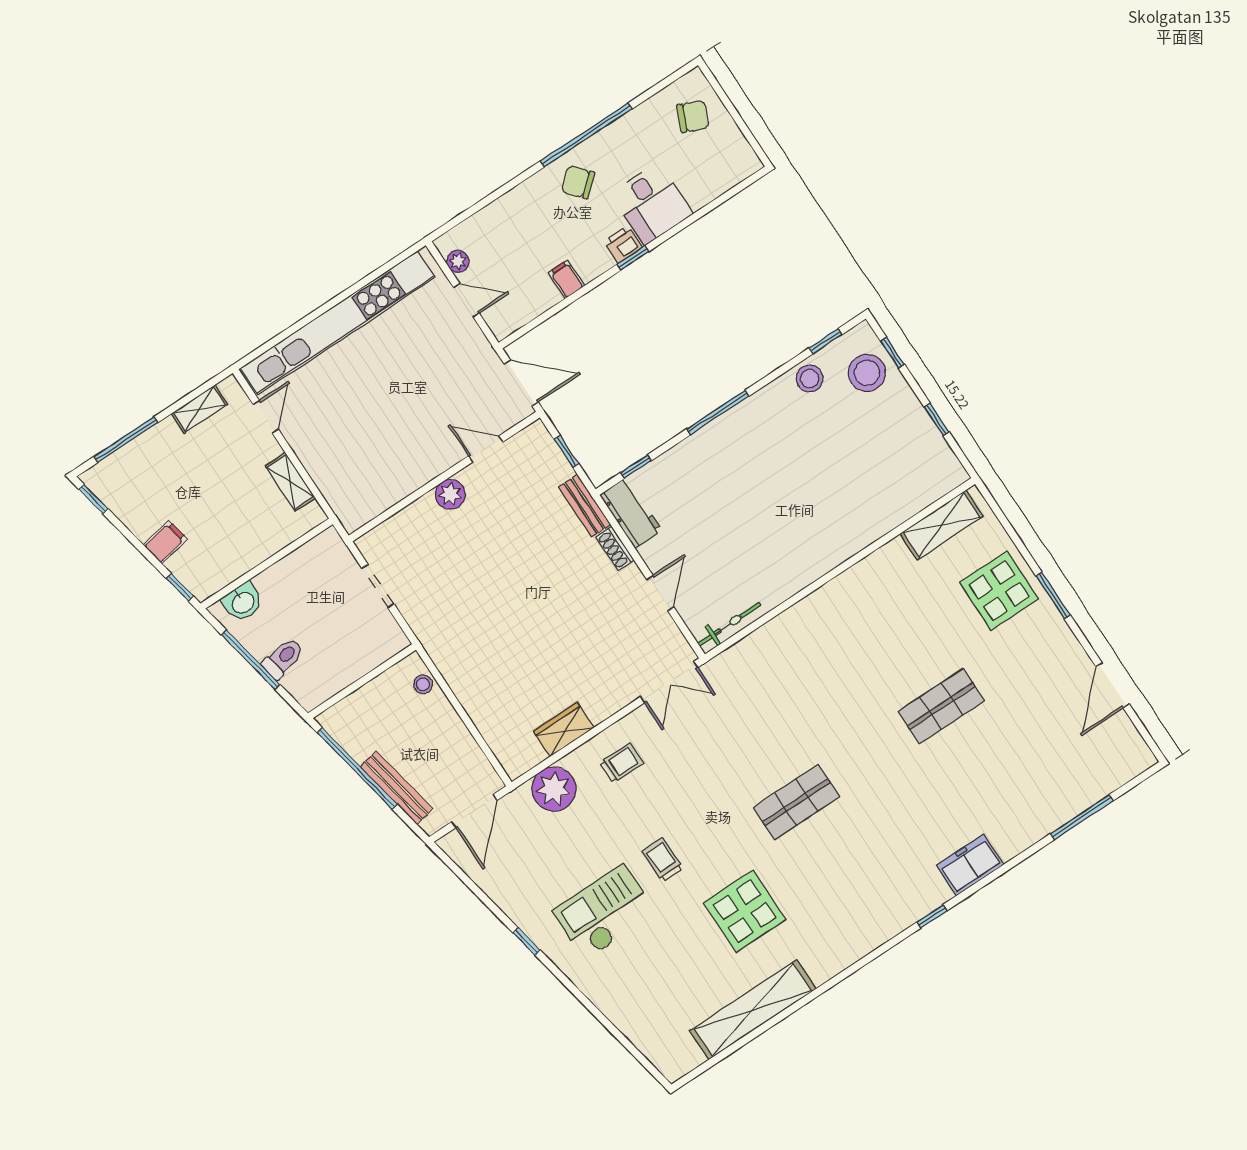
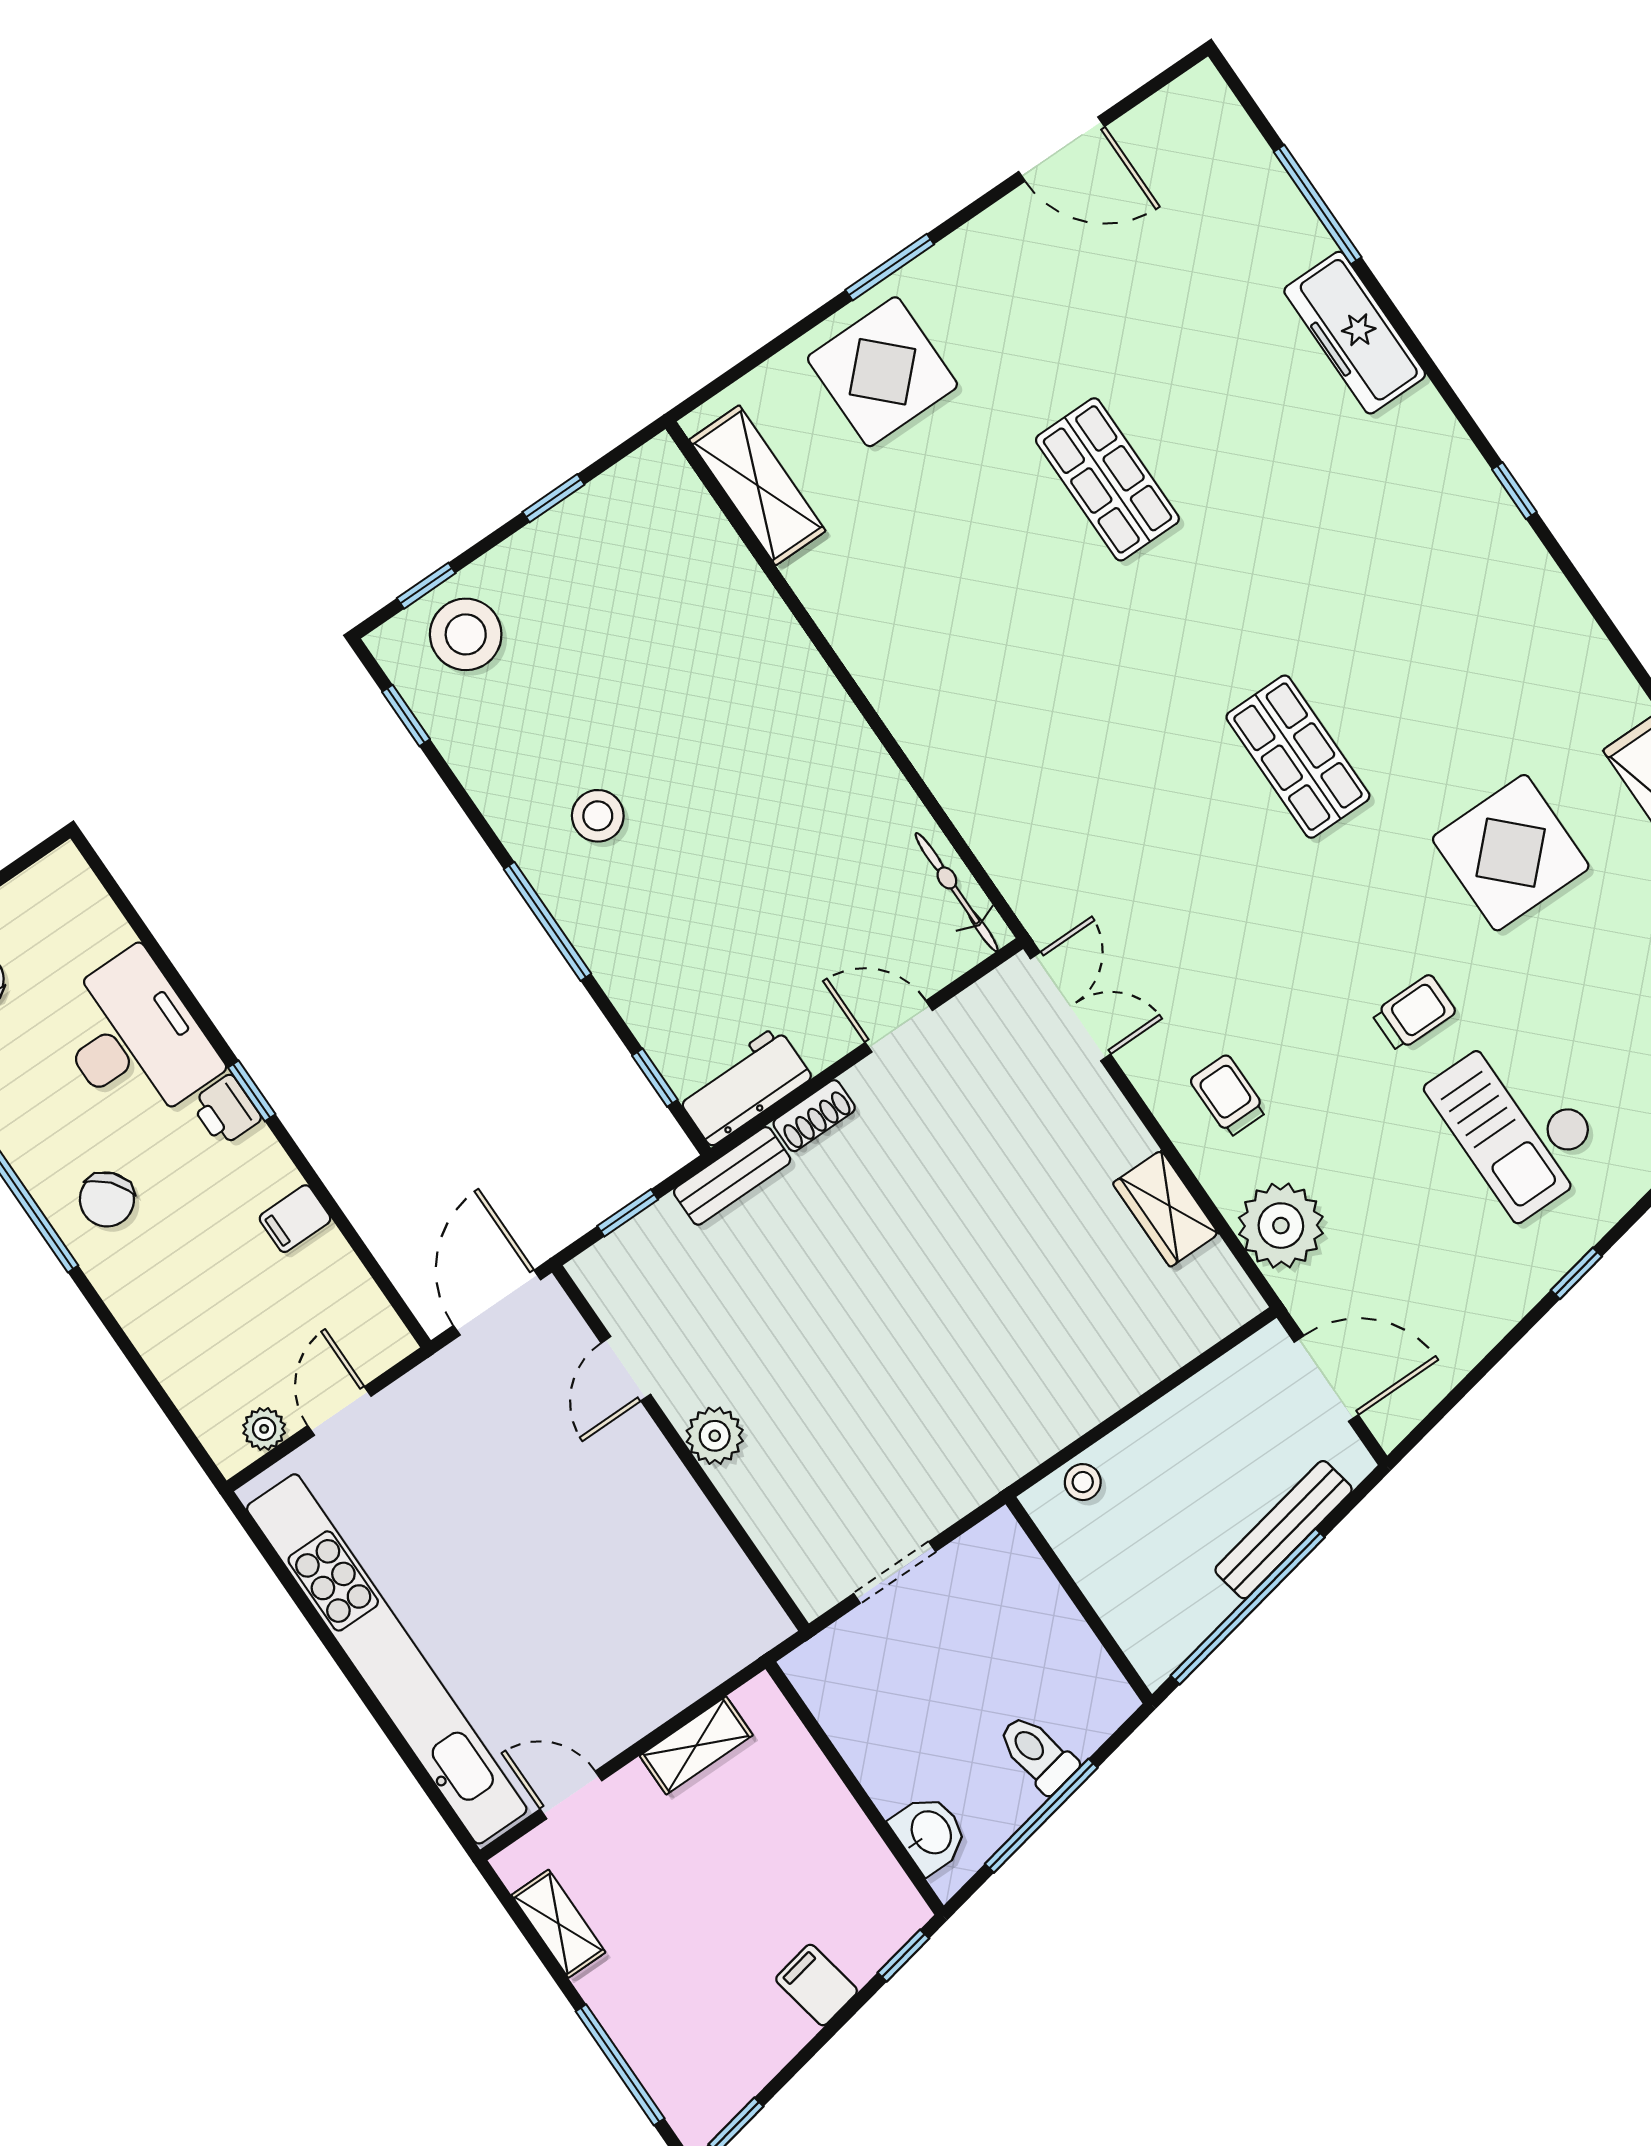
desk: (652, 204) -> (134, 1039), width x1.37
stool: (810, 379) -> (598, 816), moved
trolley: (663, 860) -> (1414, 1013), turned 180
freezer: (970, 865) -> (1355, 333), moved, width x1.40

